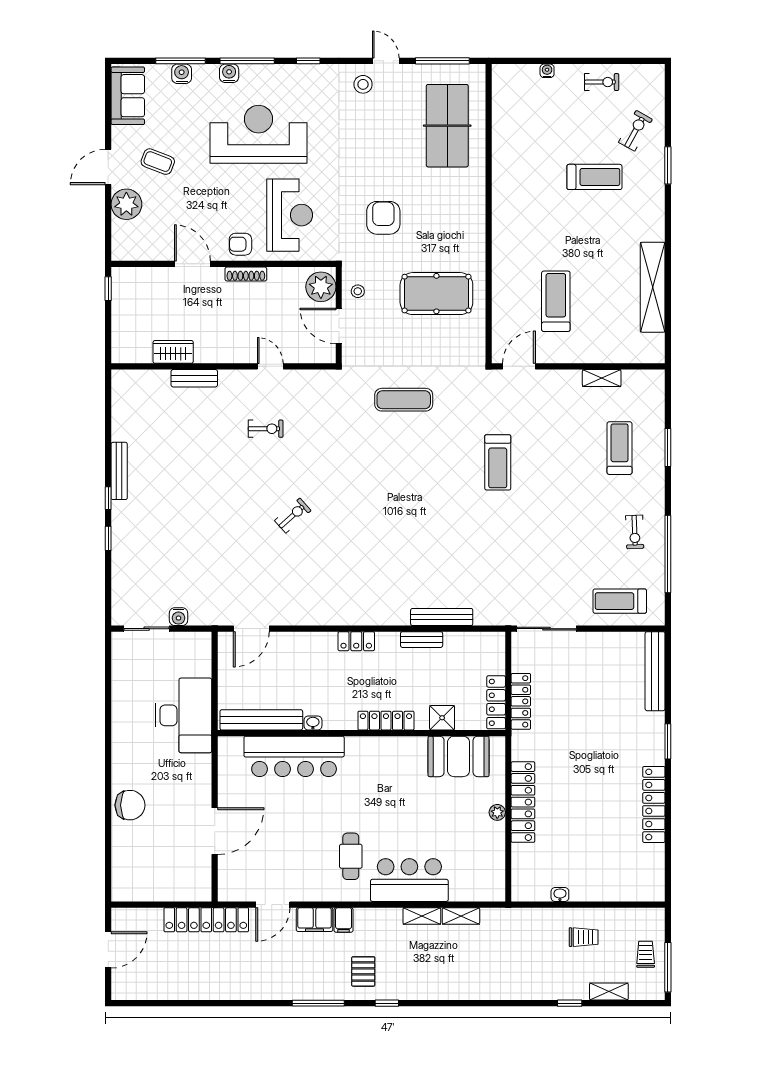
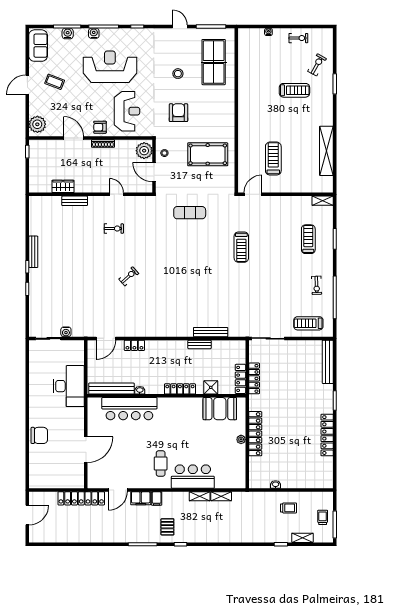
stool: (363, 84) -> (178, 74), moved
plant: (126, 204) -> (37, 124), moved
shelving: (602, 378) -> (323, 201), moved
locker: (356, 641) -> (134, 345), moved

